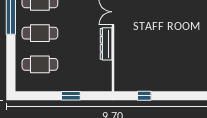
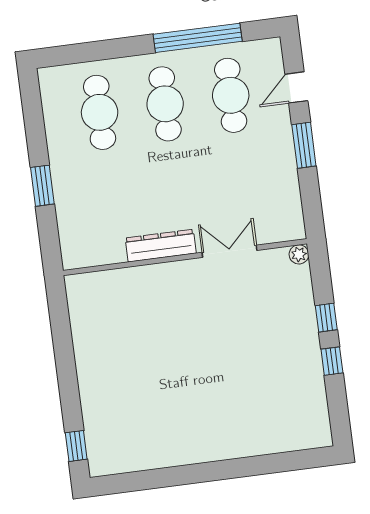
window: (144, 96) -> (76, 446), moved

